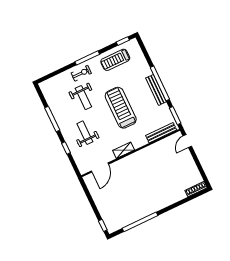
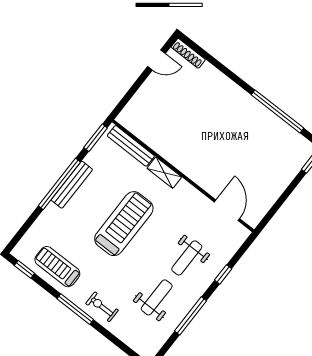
treadmill: (115, 60) -> (57, 267), turned 180
weight bench: (83, 98) -> (157, 297), moved
treadmill: (121, 108) -> (124, 224), turned 180
door: (187, 141) -> (157, 60), moved
shelving: (124, 150) -> (164, 173), moved
door: (100, 168) -> (227, 210), hinge flipped

